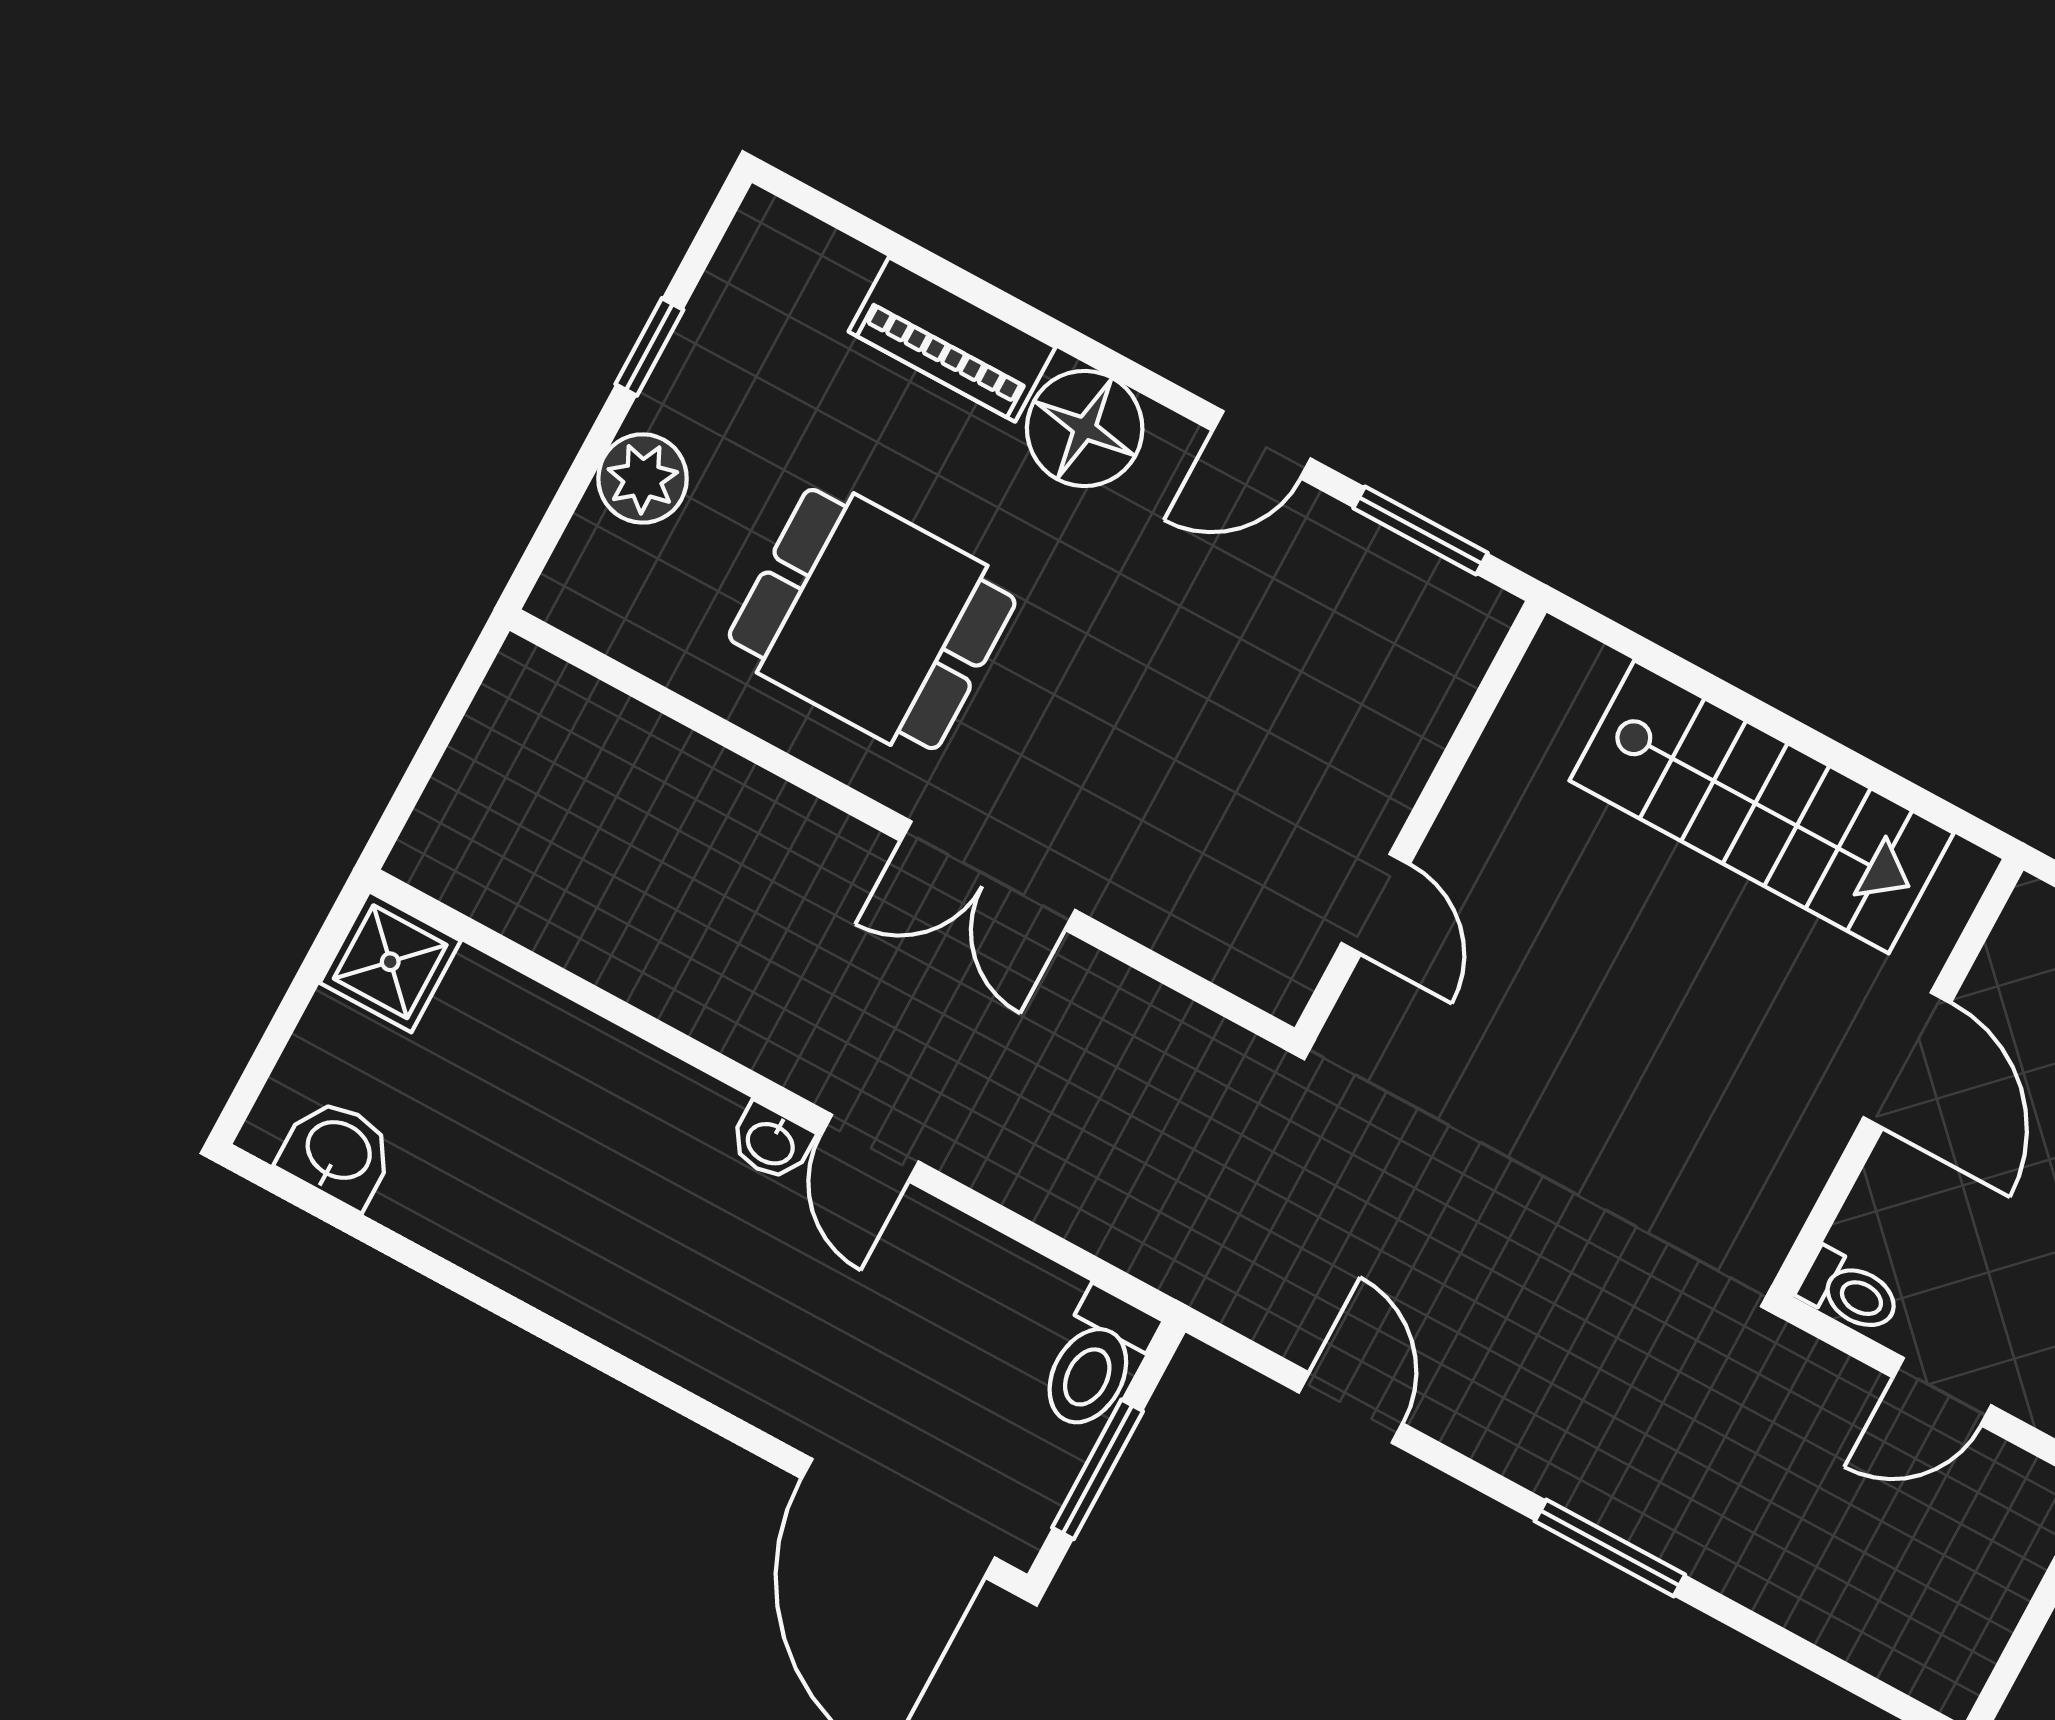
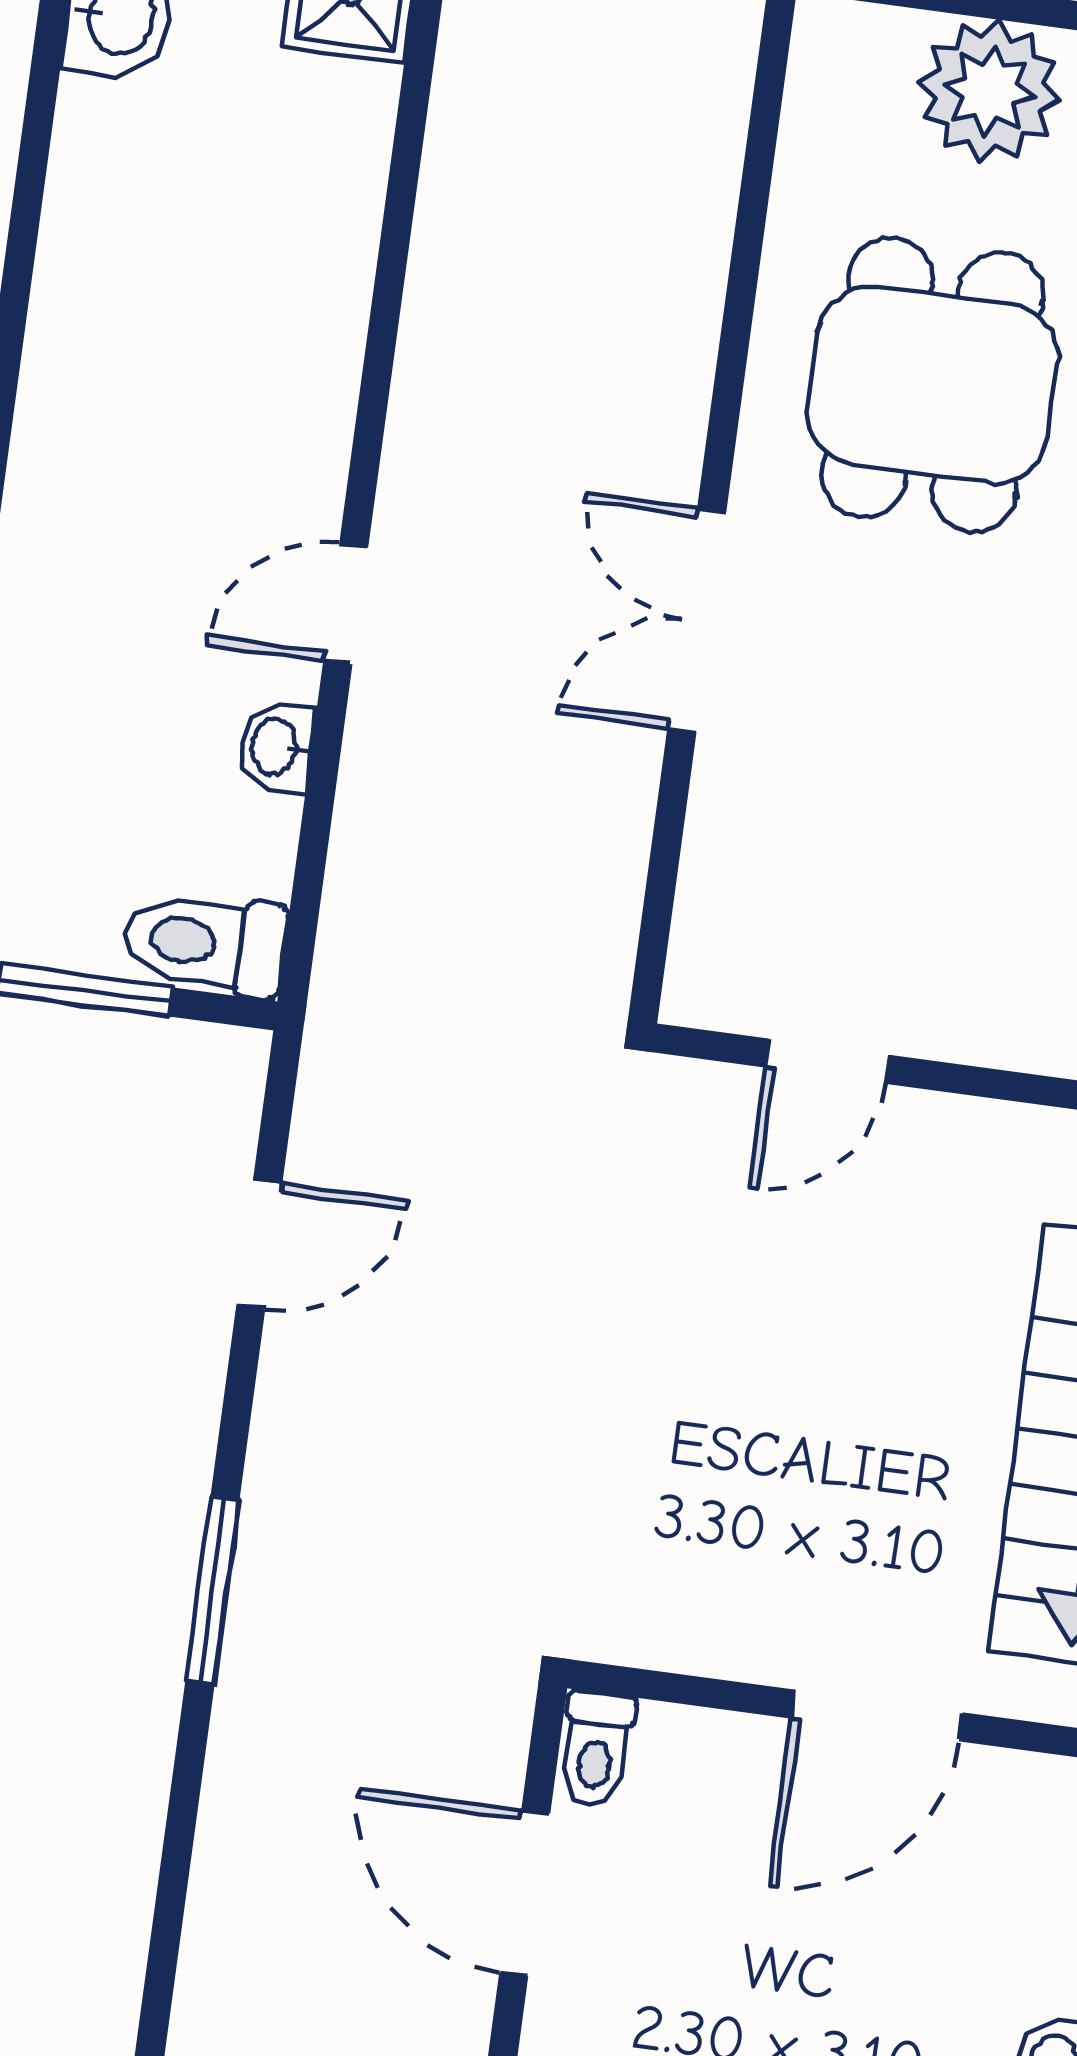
plant: (643, 478) -> (989, 91), width x1.36, depth x1.36
washbasin: (771, 1142) -> (276, 747), moved
door: (1942, 1391) -> (525, 1893), width x1.37

